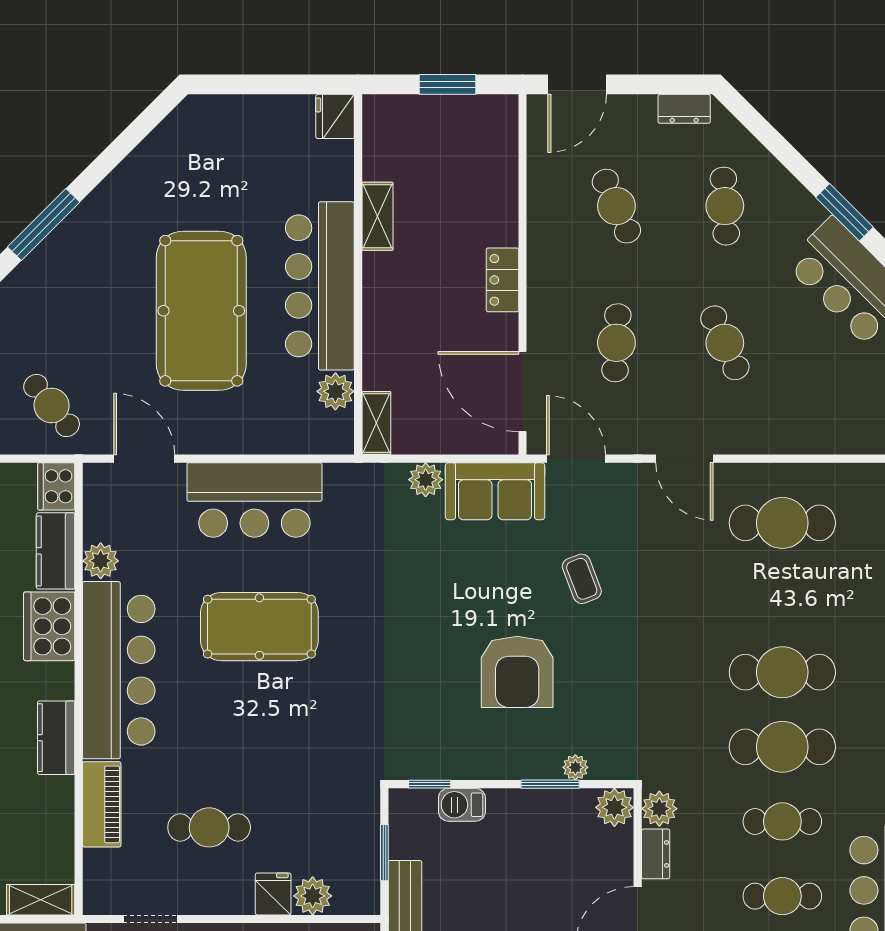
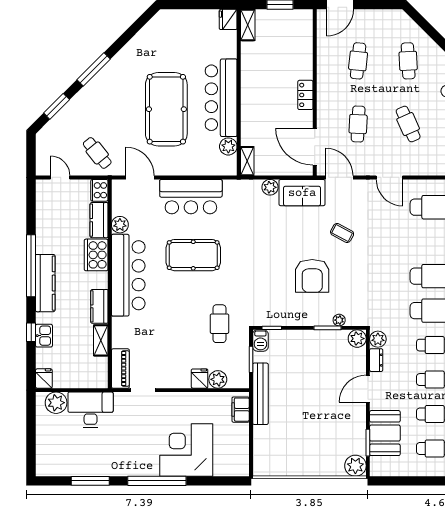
dresser: (684, 109) -> (389, 16), removed
cafe table: (616, 206) -> (358, 61), turned 30
shelving: (377, 216) -> (248, 25), moved
coffee table: (582, 579) -> (342, 233), turned -41
piano: (102, 804) -> (120, 369), moved
barbecue: (462, 805) -> (260, 340), moved, turned -90
cafe table: (209, 827) -> (219, 324), moved, turned 90
shelving: (41, 900) -> (101, 340), moved, turned 90

